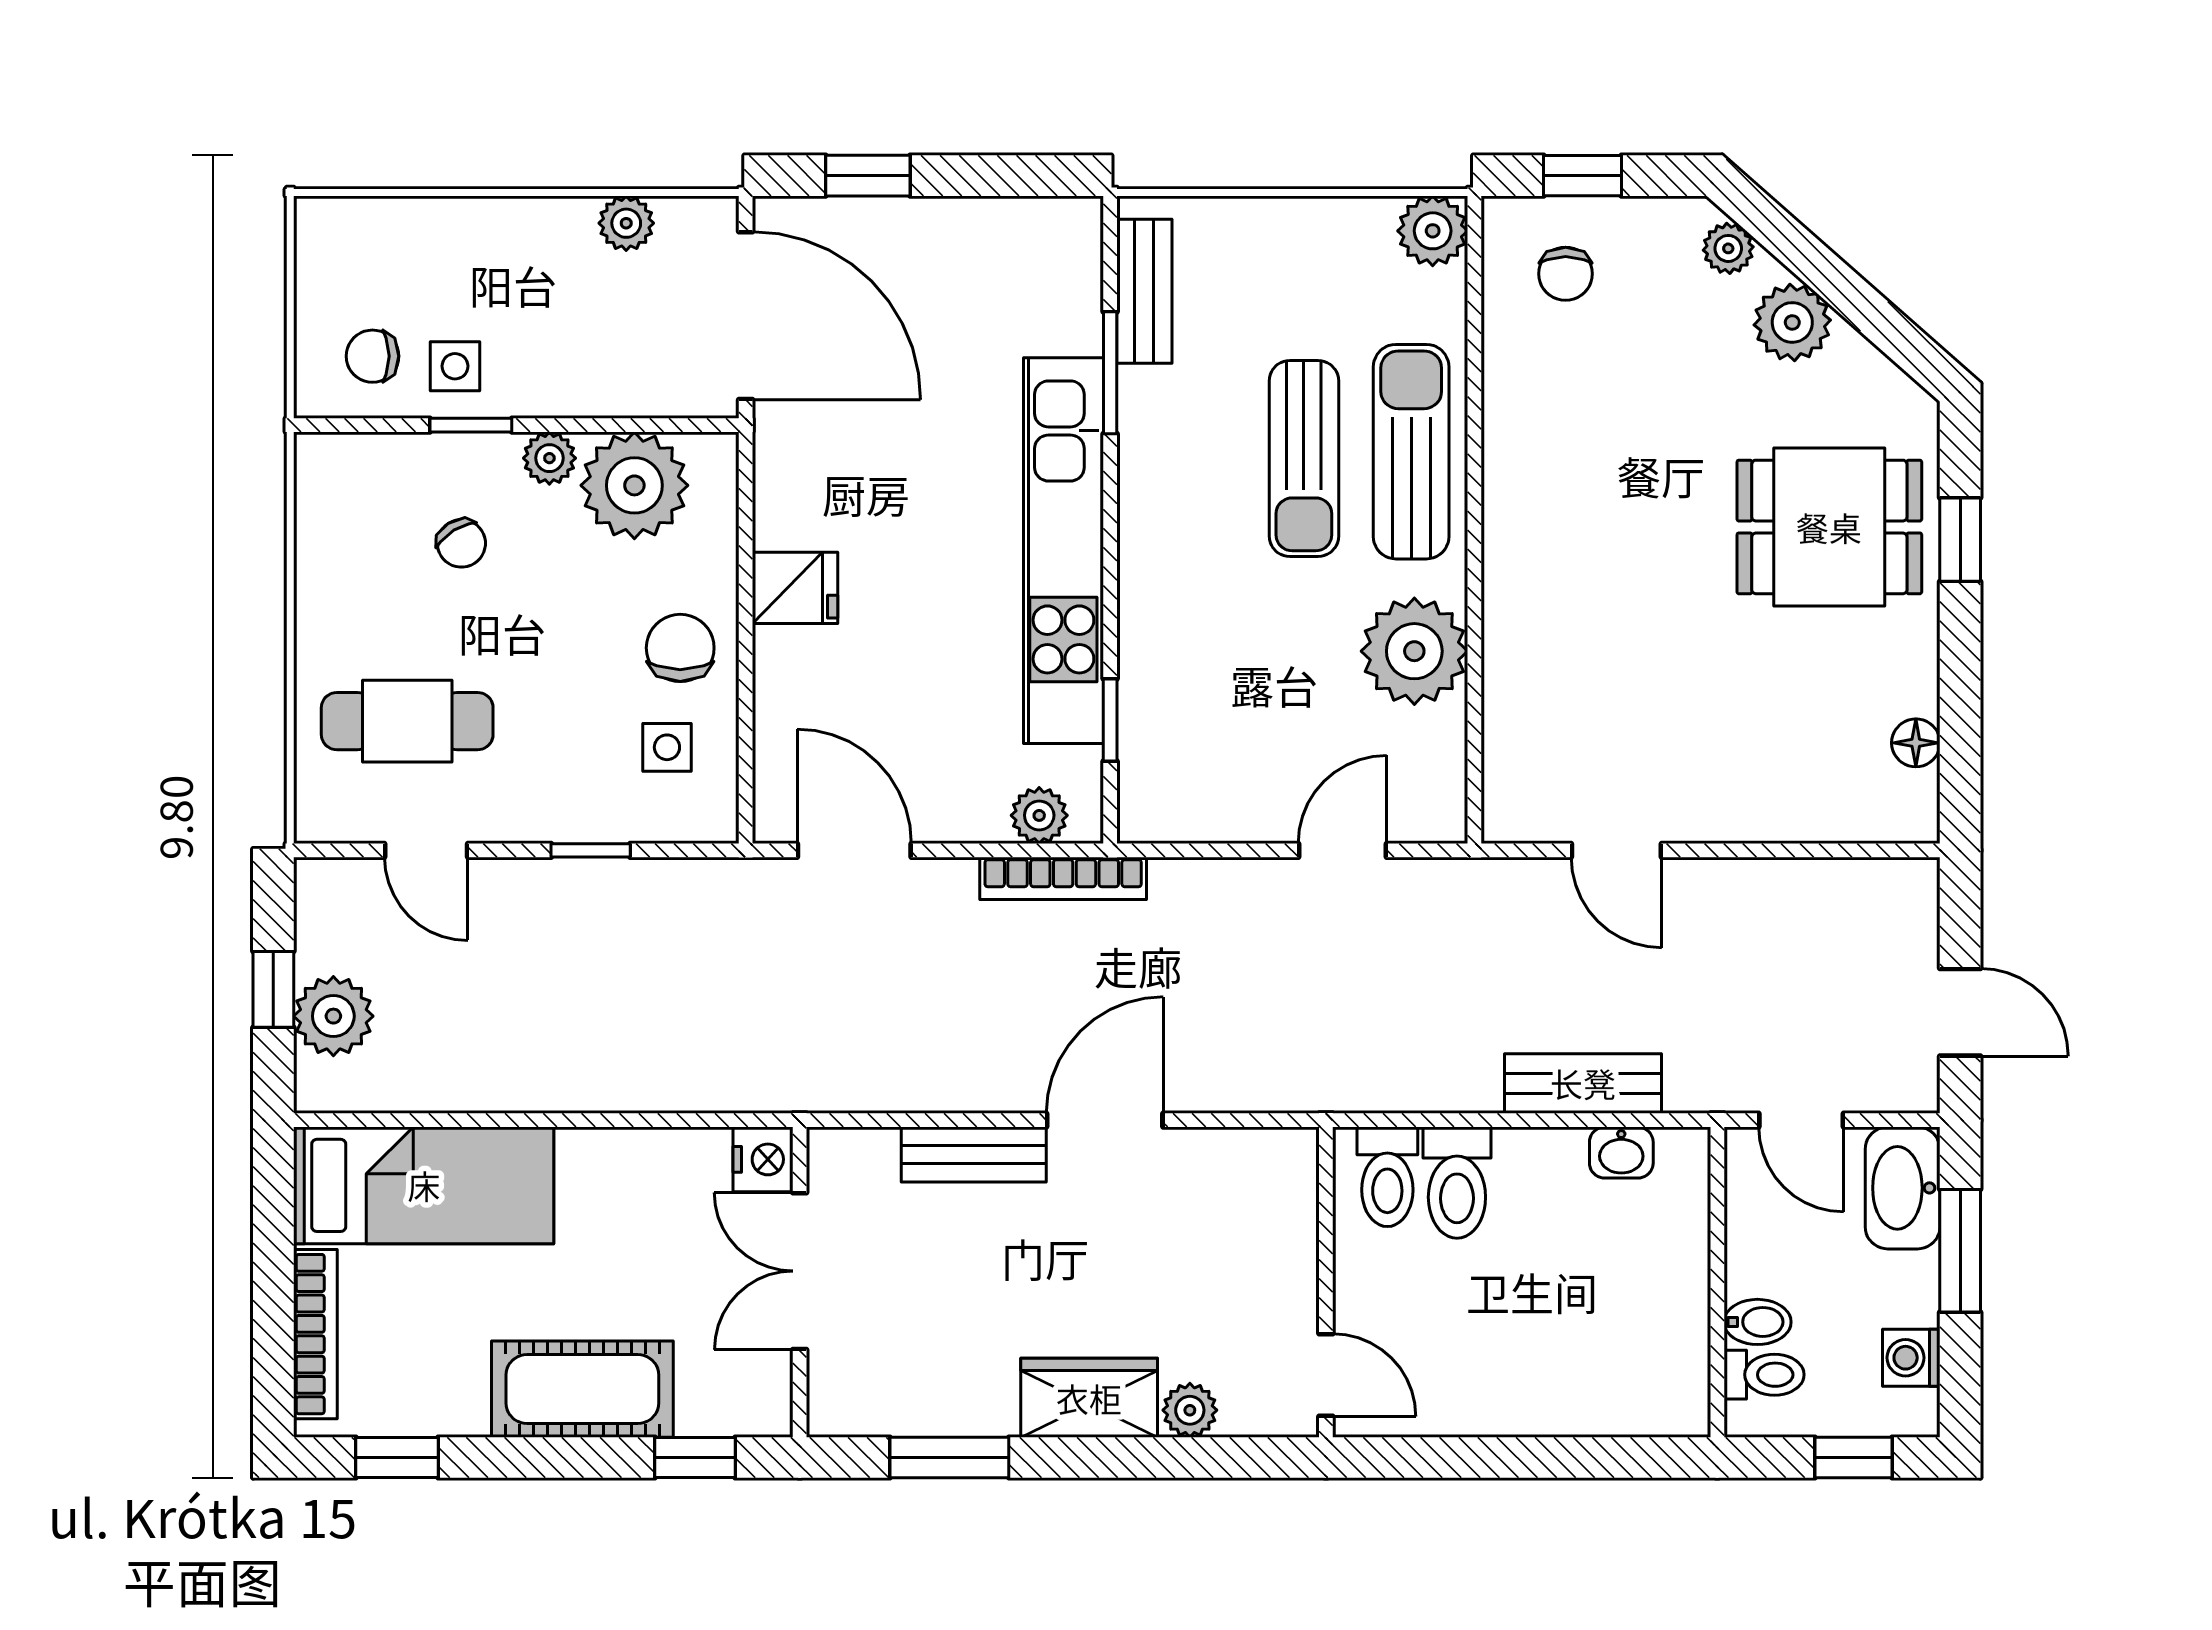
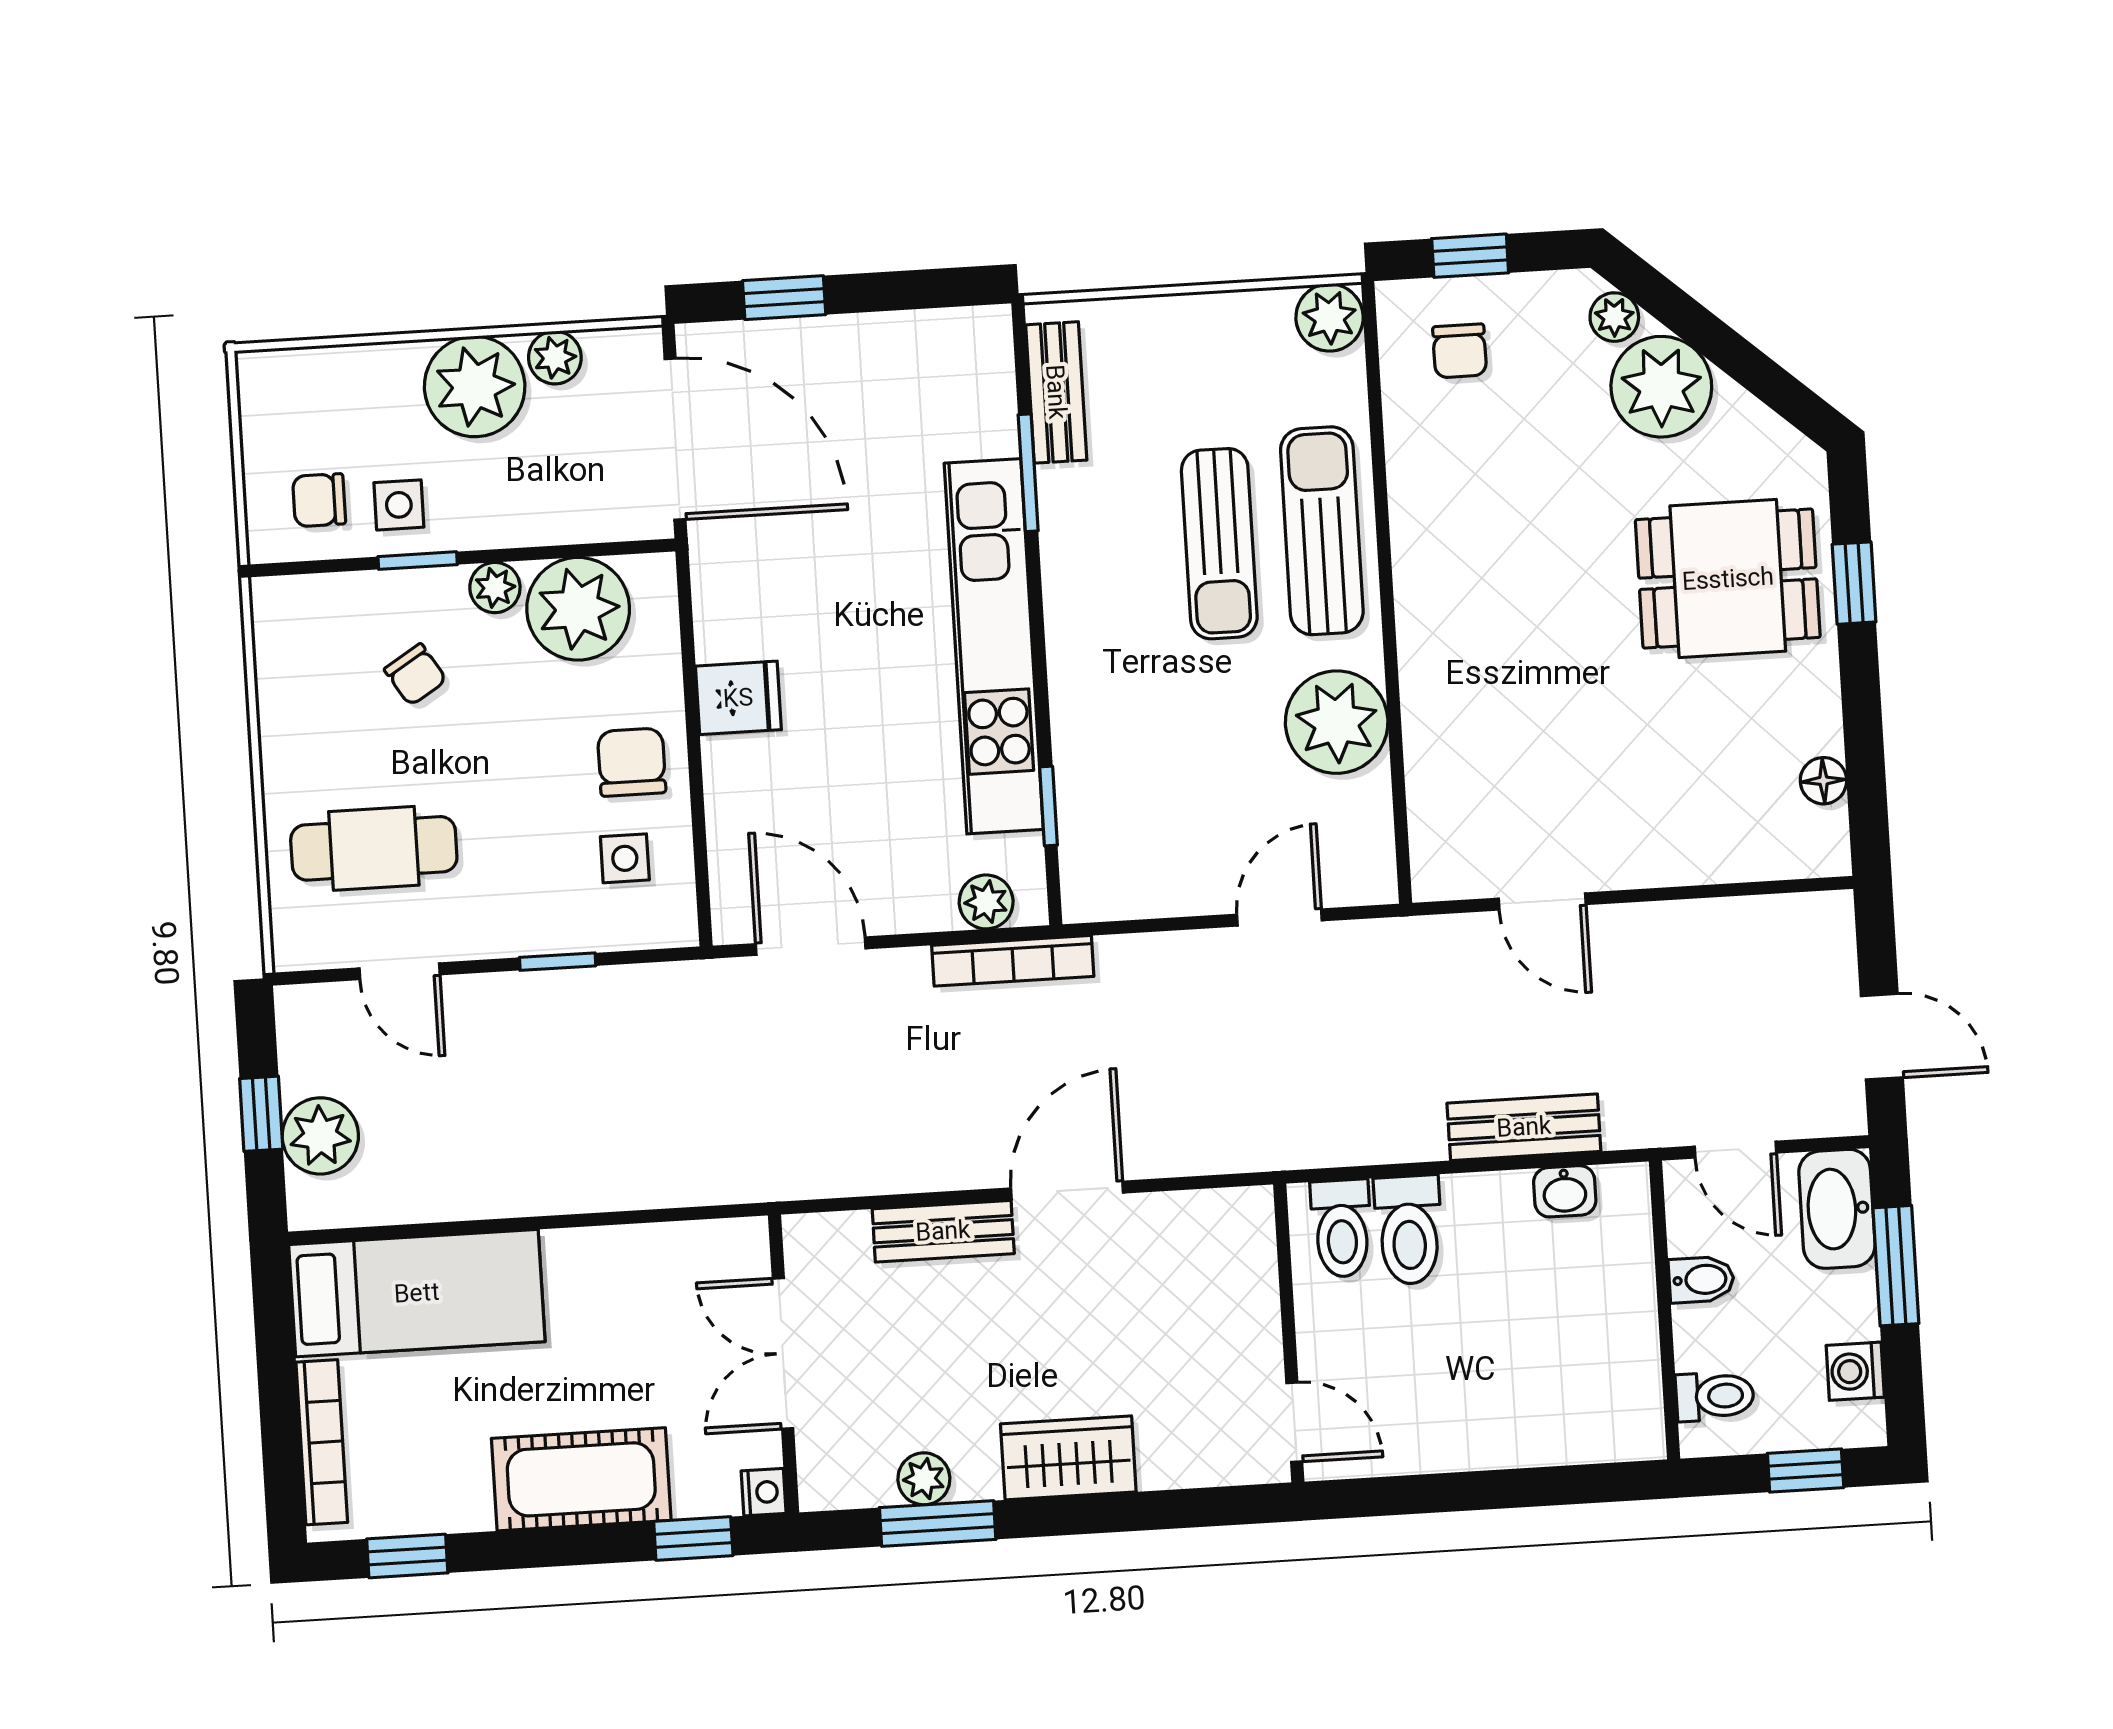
plant: (541, 248) -> (475, 386), added
plant: (1792, 322) -> (1661, 387), width x1.36, depth x1.36
nightstand: (763, 1159) -> (764, 1492), moved, width x0.72, depth x0.74
bidet: (1757, 1322) -> (1701, 1280), moved
plant: (1190, 1410) -> (924, 1479), moved

